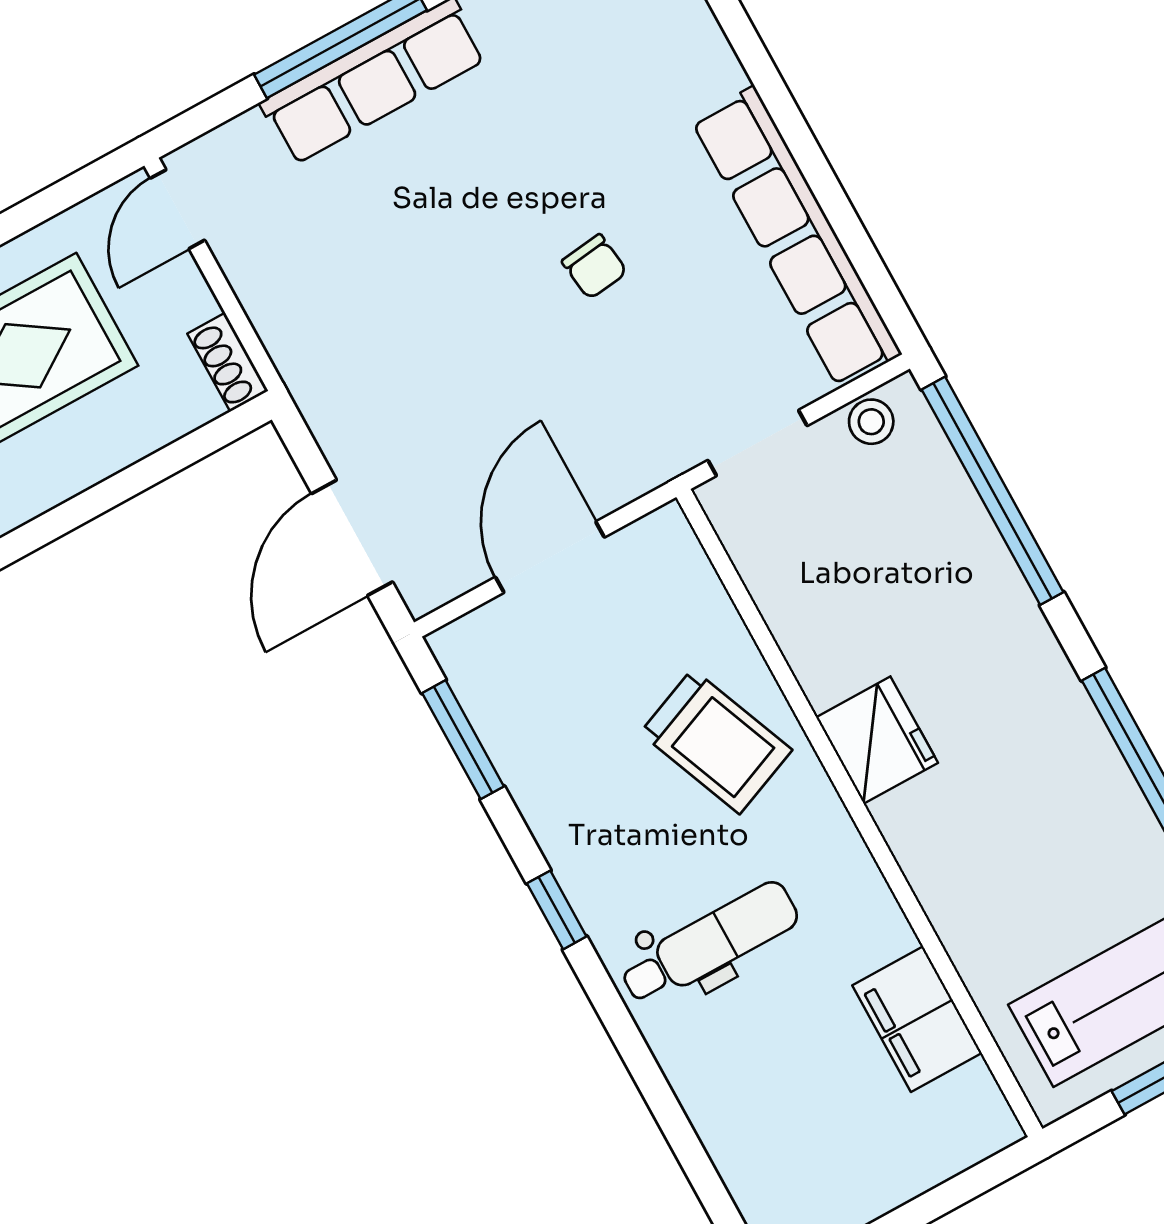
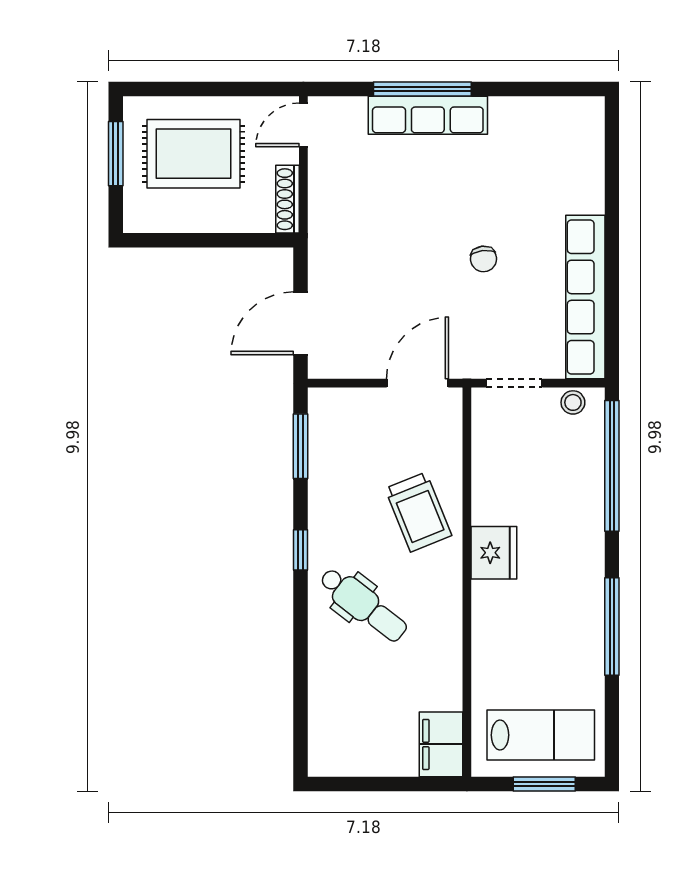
shoe rack: (228, 362) -> (288, 199), width x1.43
door: (550, 557) -> (417, 383), moved
dental chair: (709, 943) -> (363, 605), turned 38
filing cabinet: (917, 1019) -> (441, 744), moved

